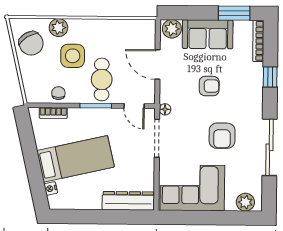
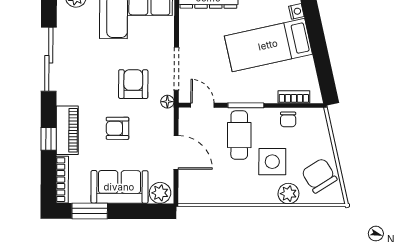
piano: (254, 85) -> (67, 130), added
armchair: (222, 136) -> (133, 84), moved

